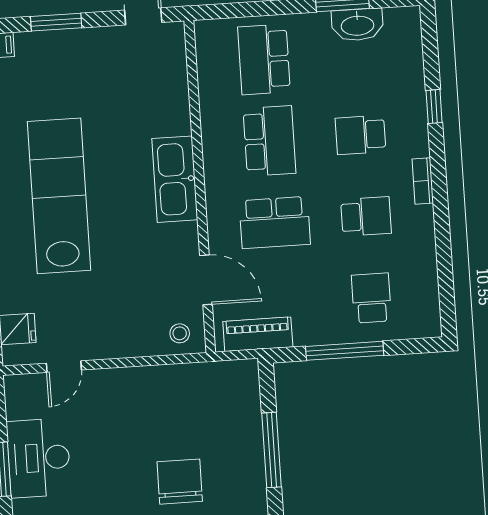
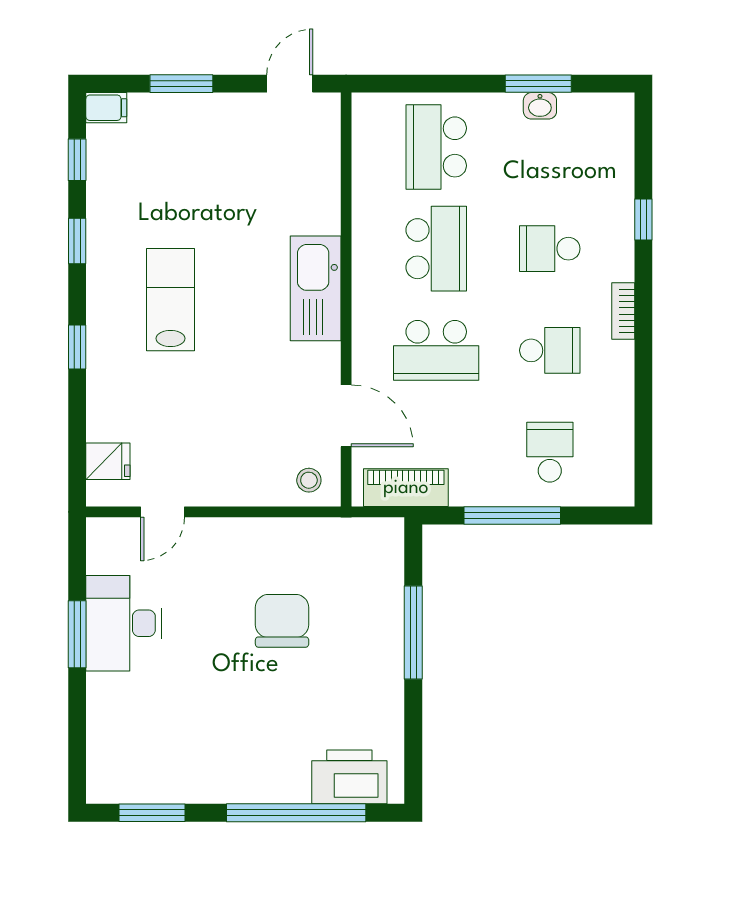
washbasin: (357, 25) -> (540, 106), width x0.52, depth x0.69
lab bench: (59, 196) -> (170, 300), width x0.54, depth x0.72
chair: (180, 482) -> (282, 621), moved

